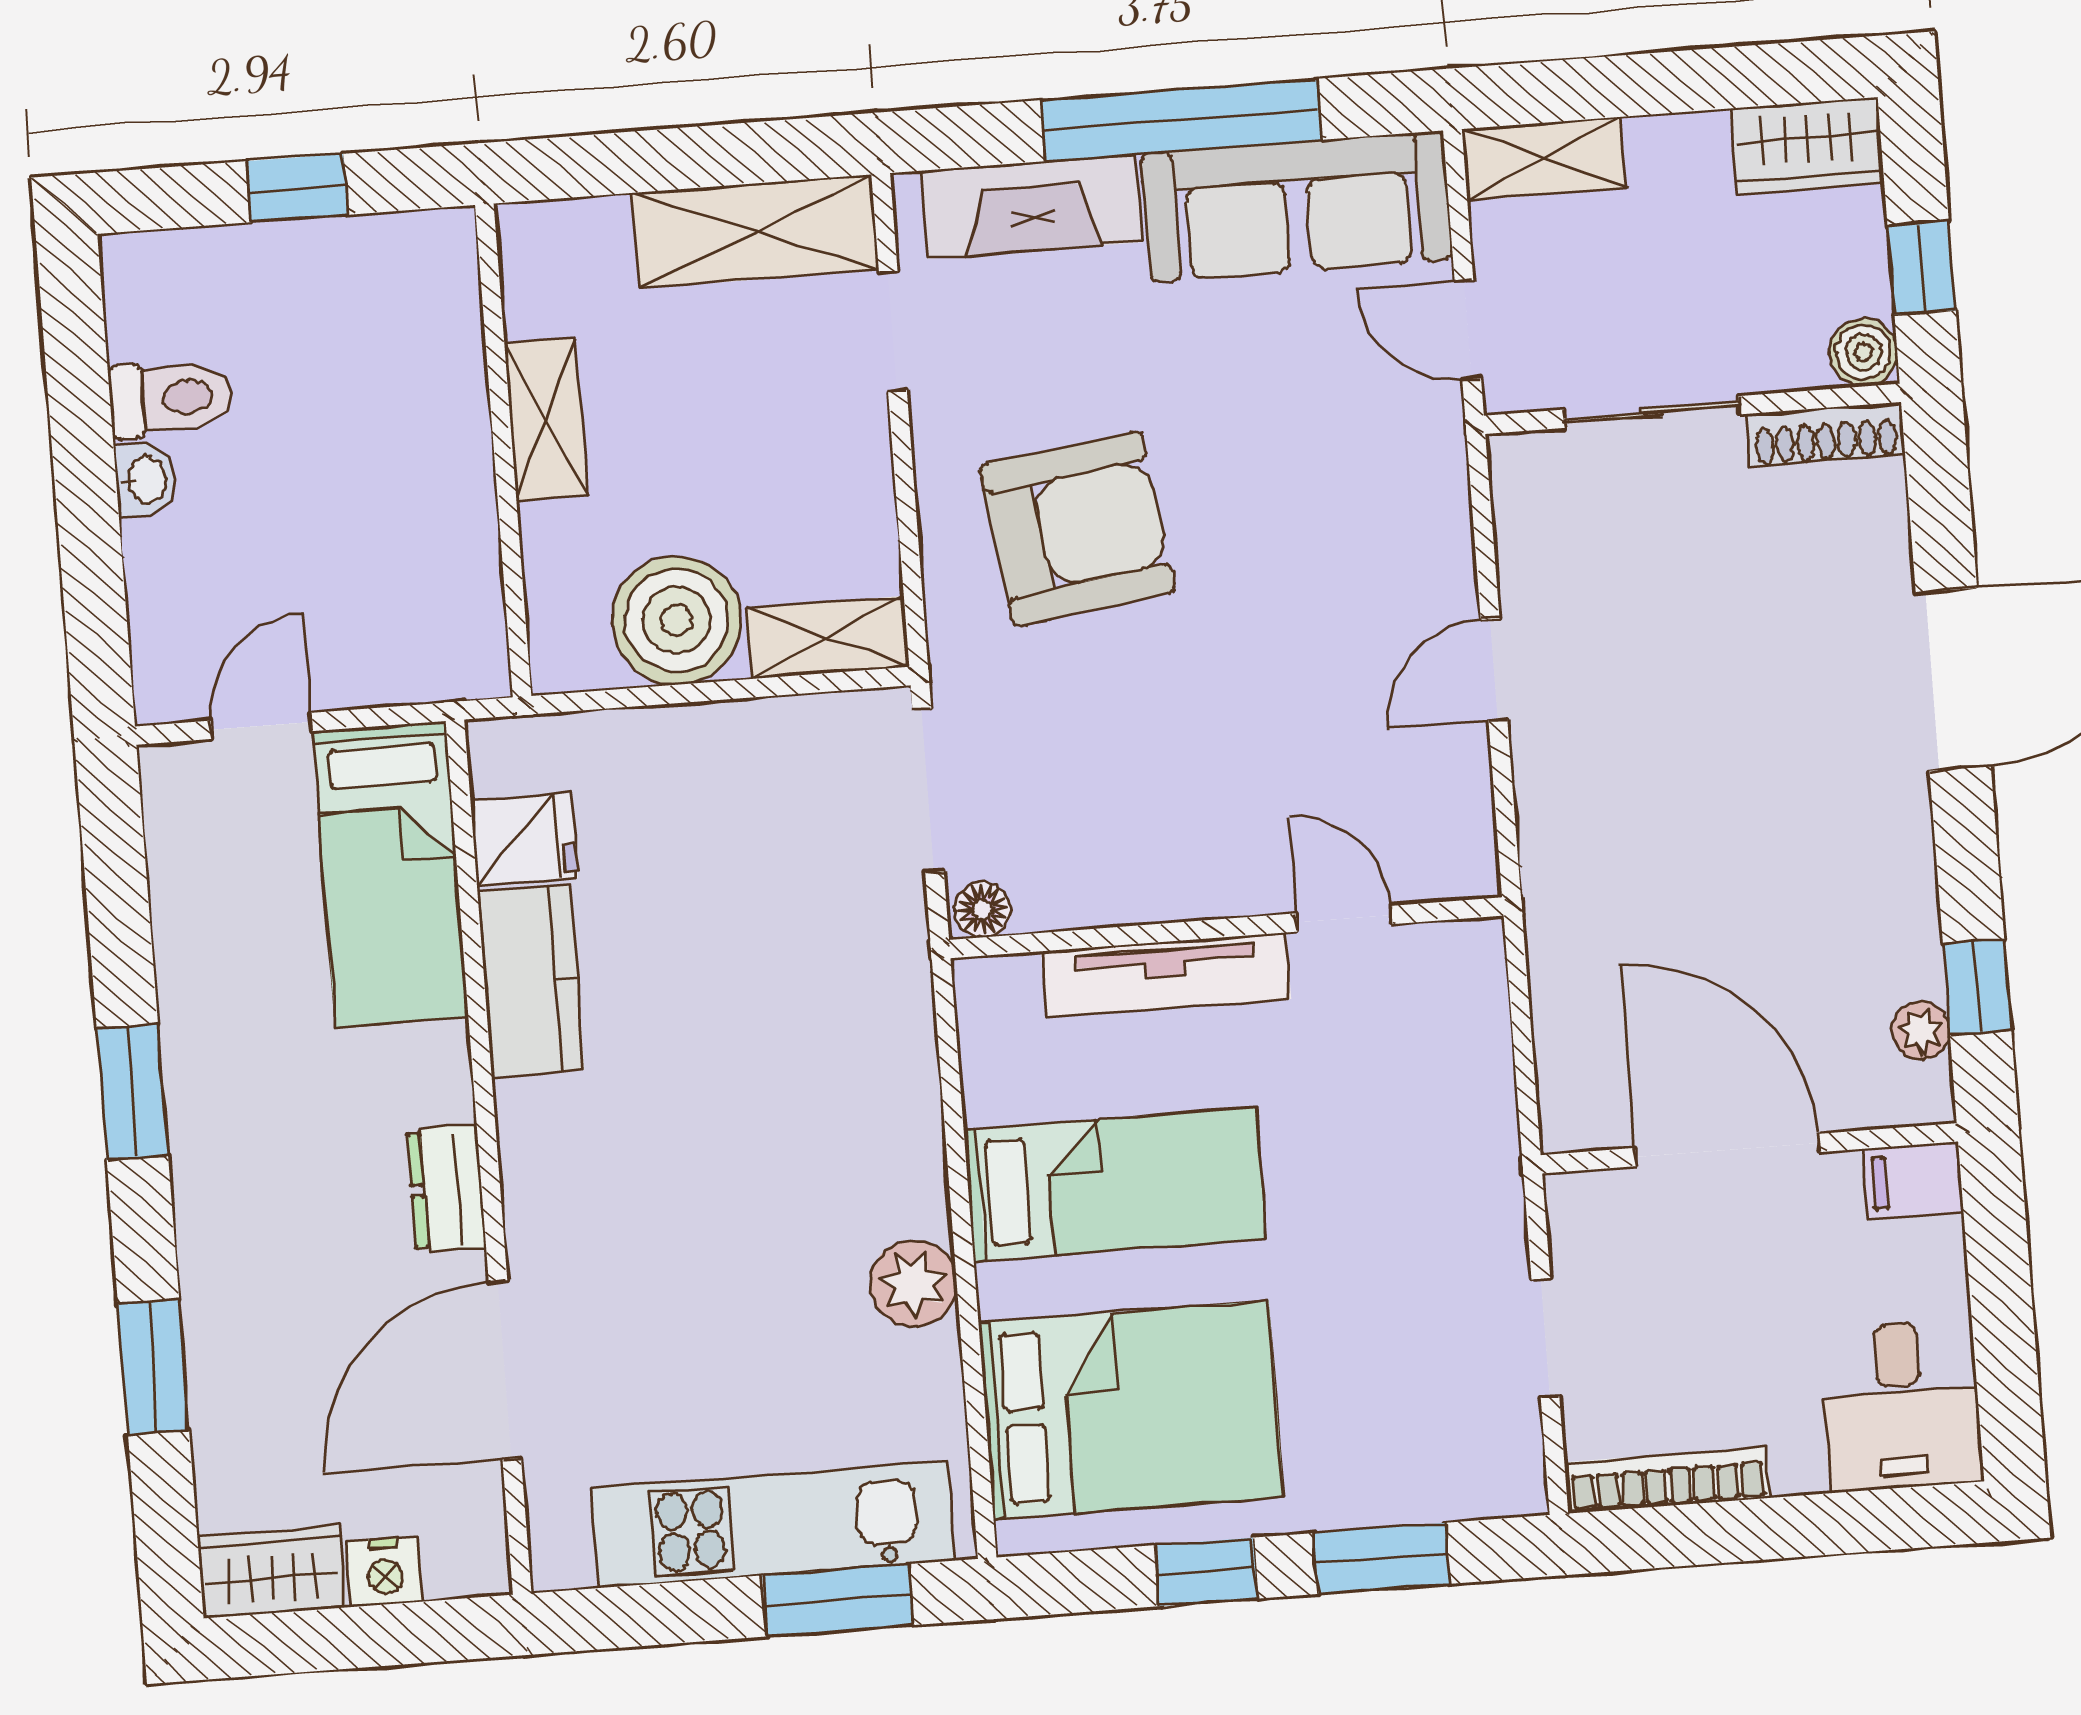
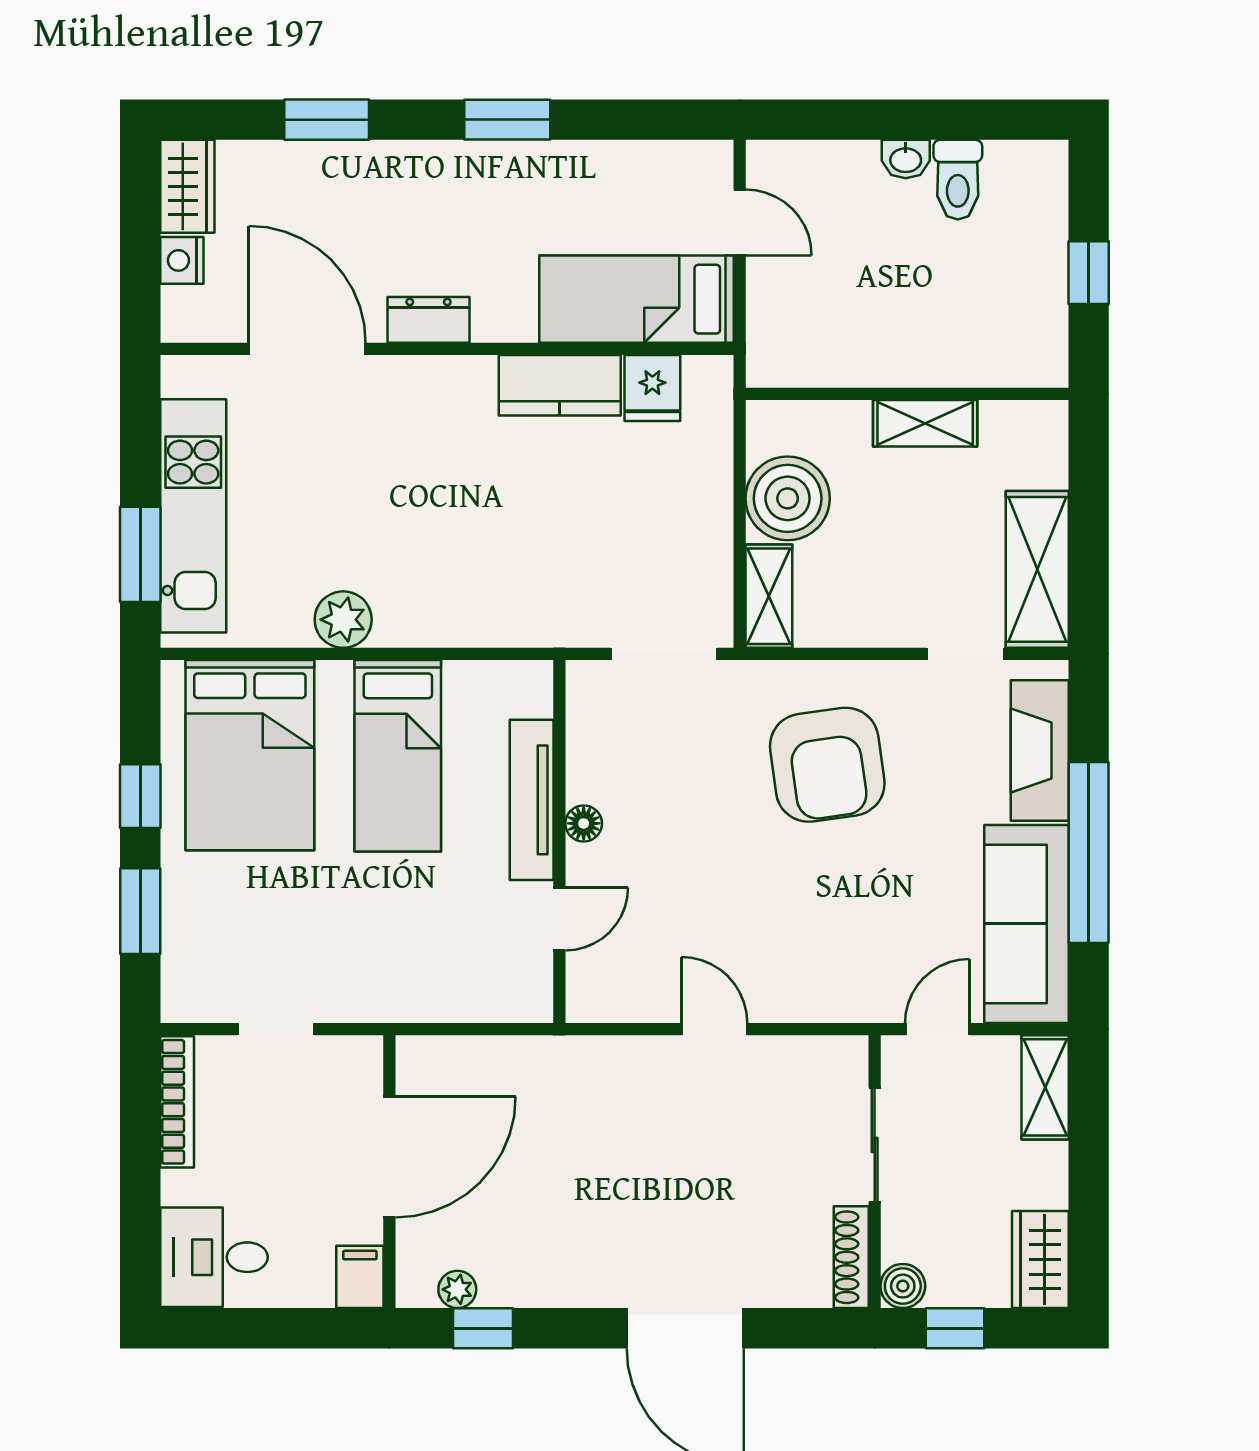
floor lamp: (982, 909) -> (584, 823), moved

